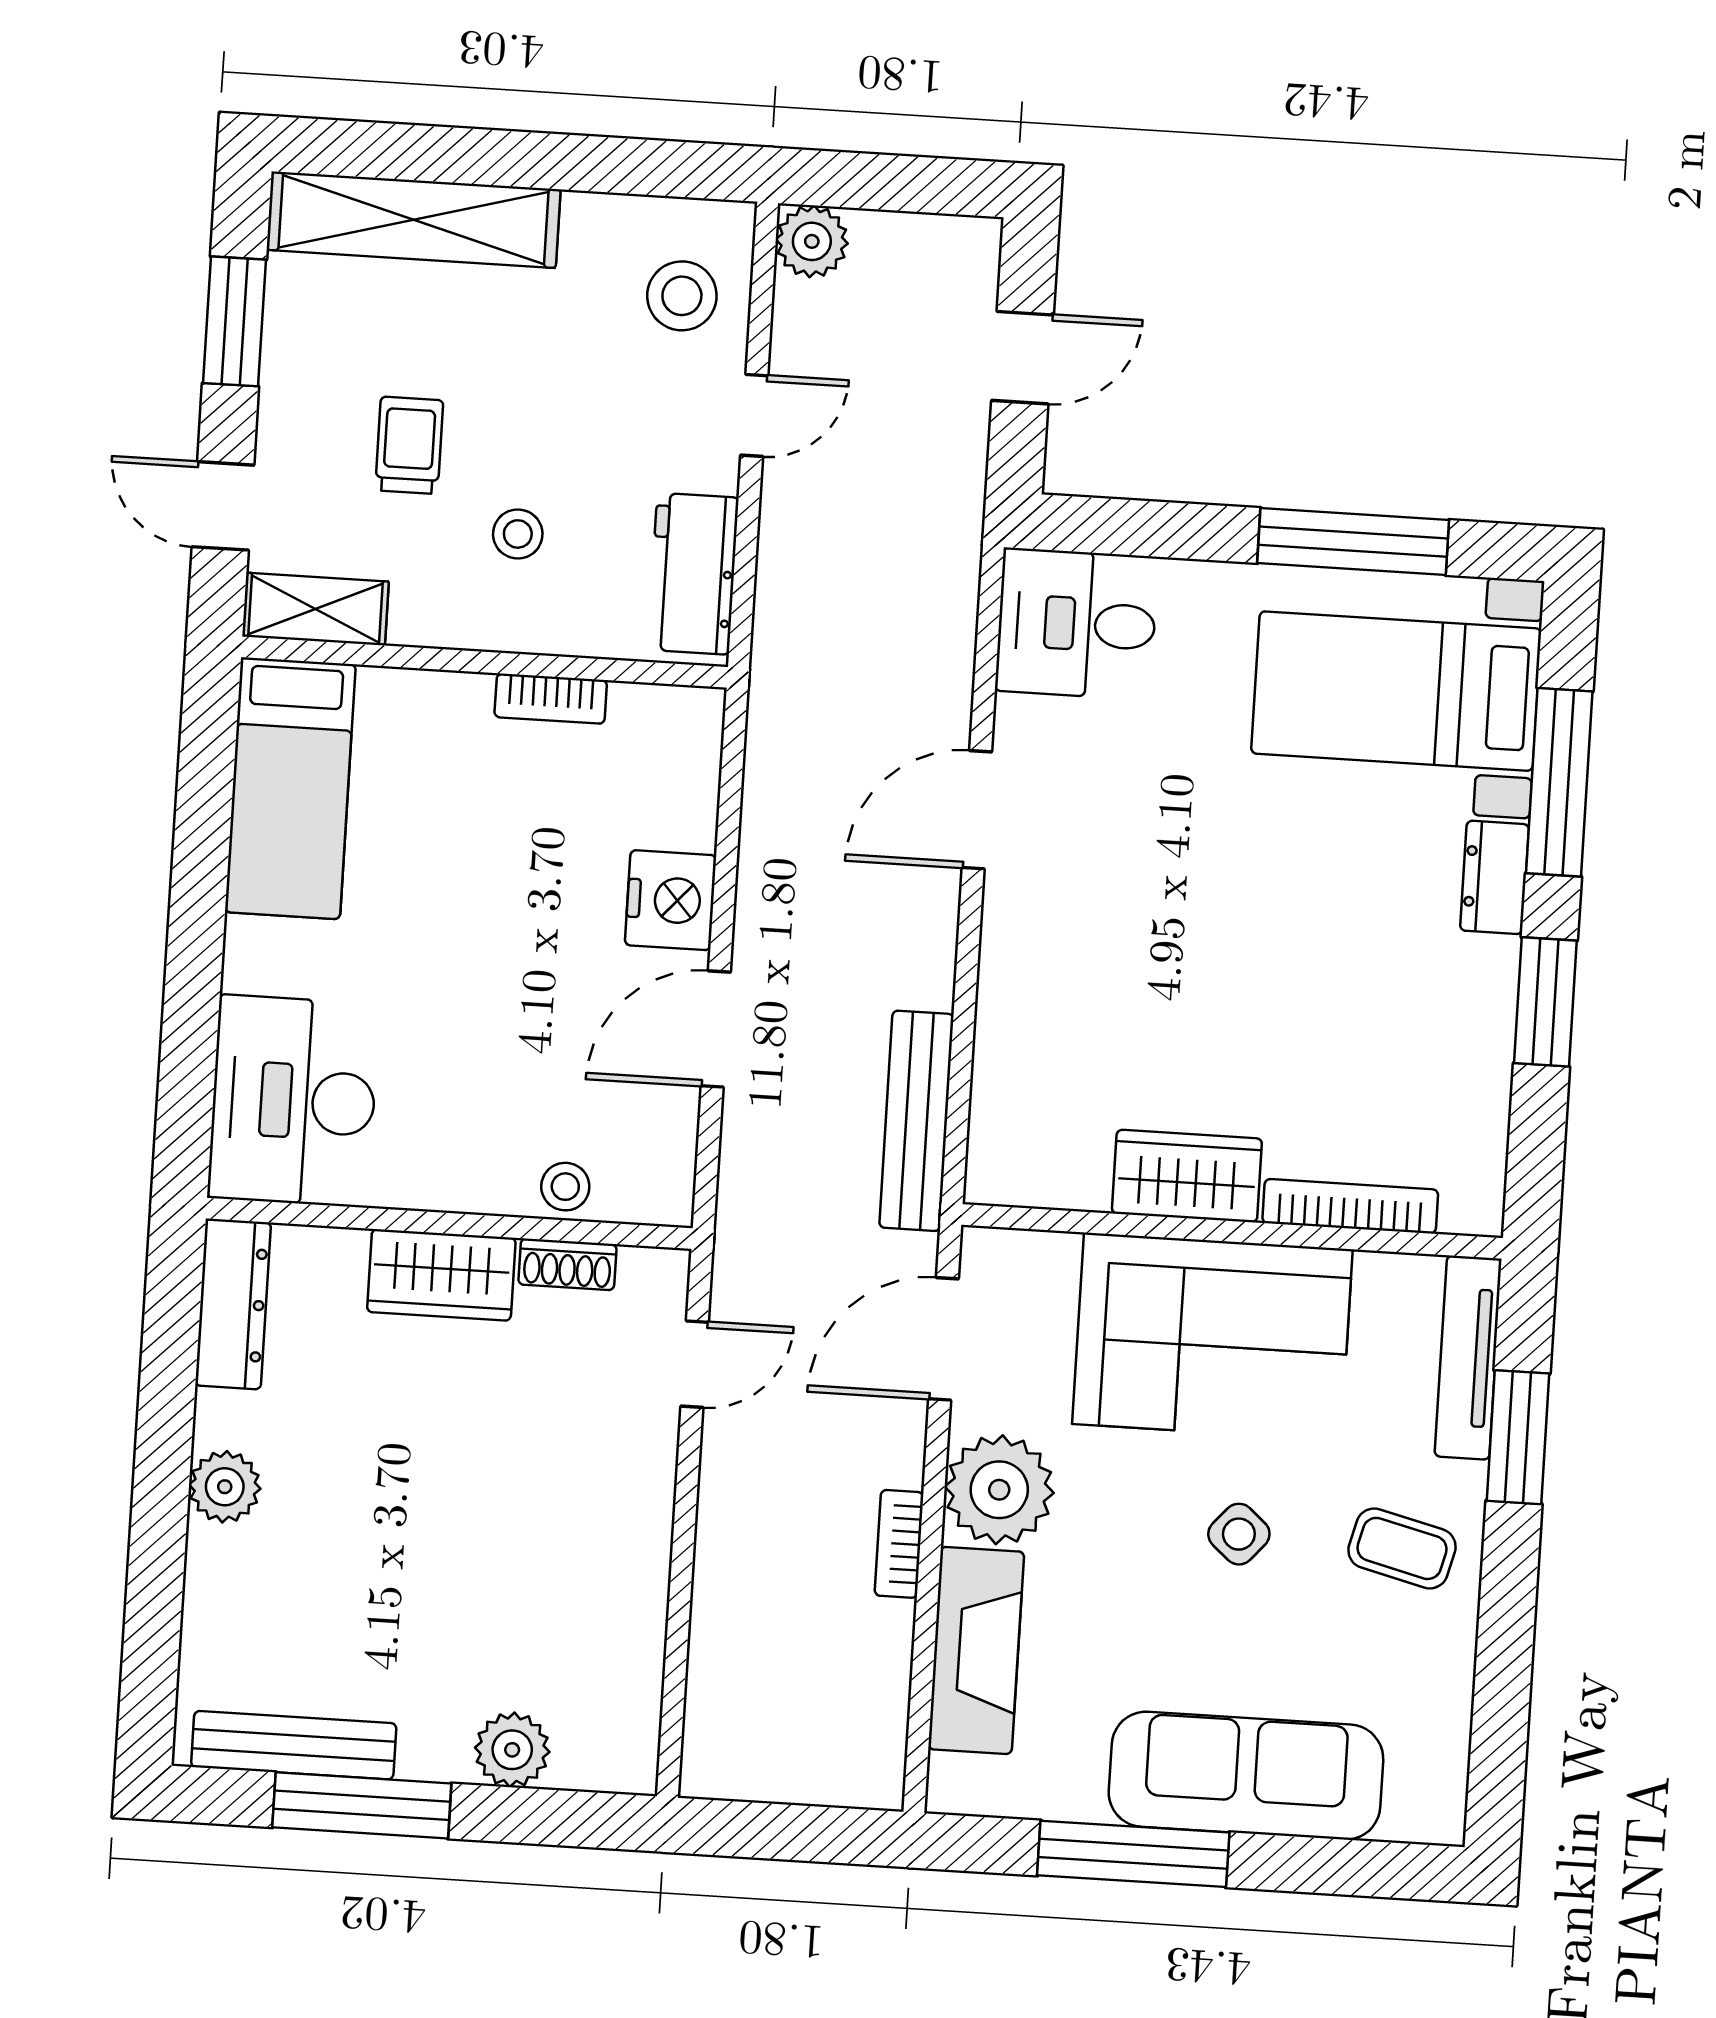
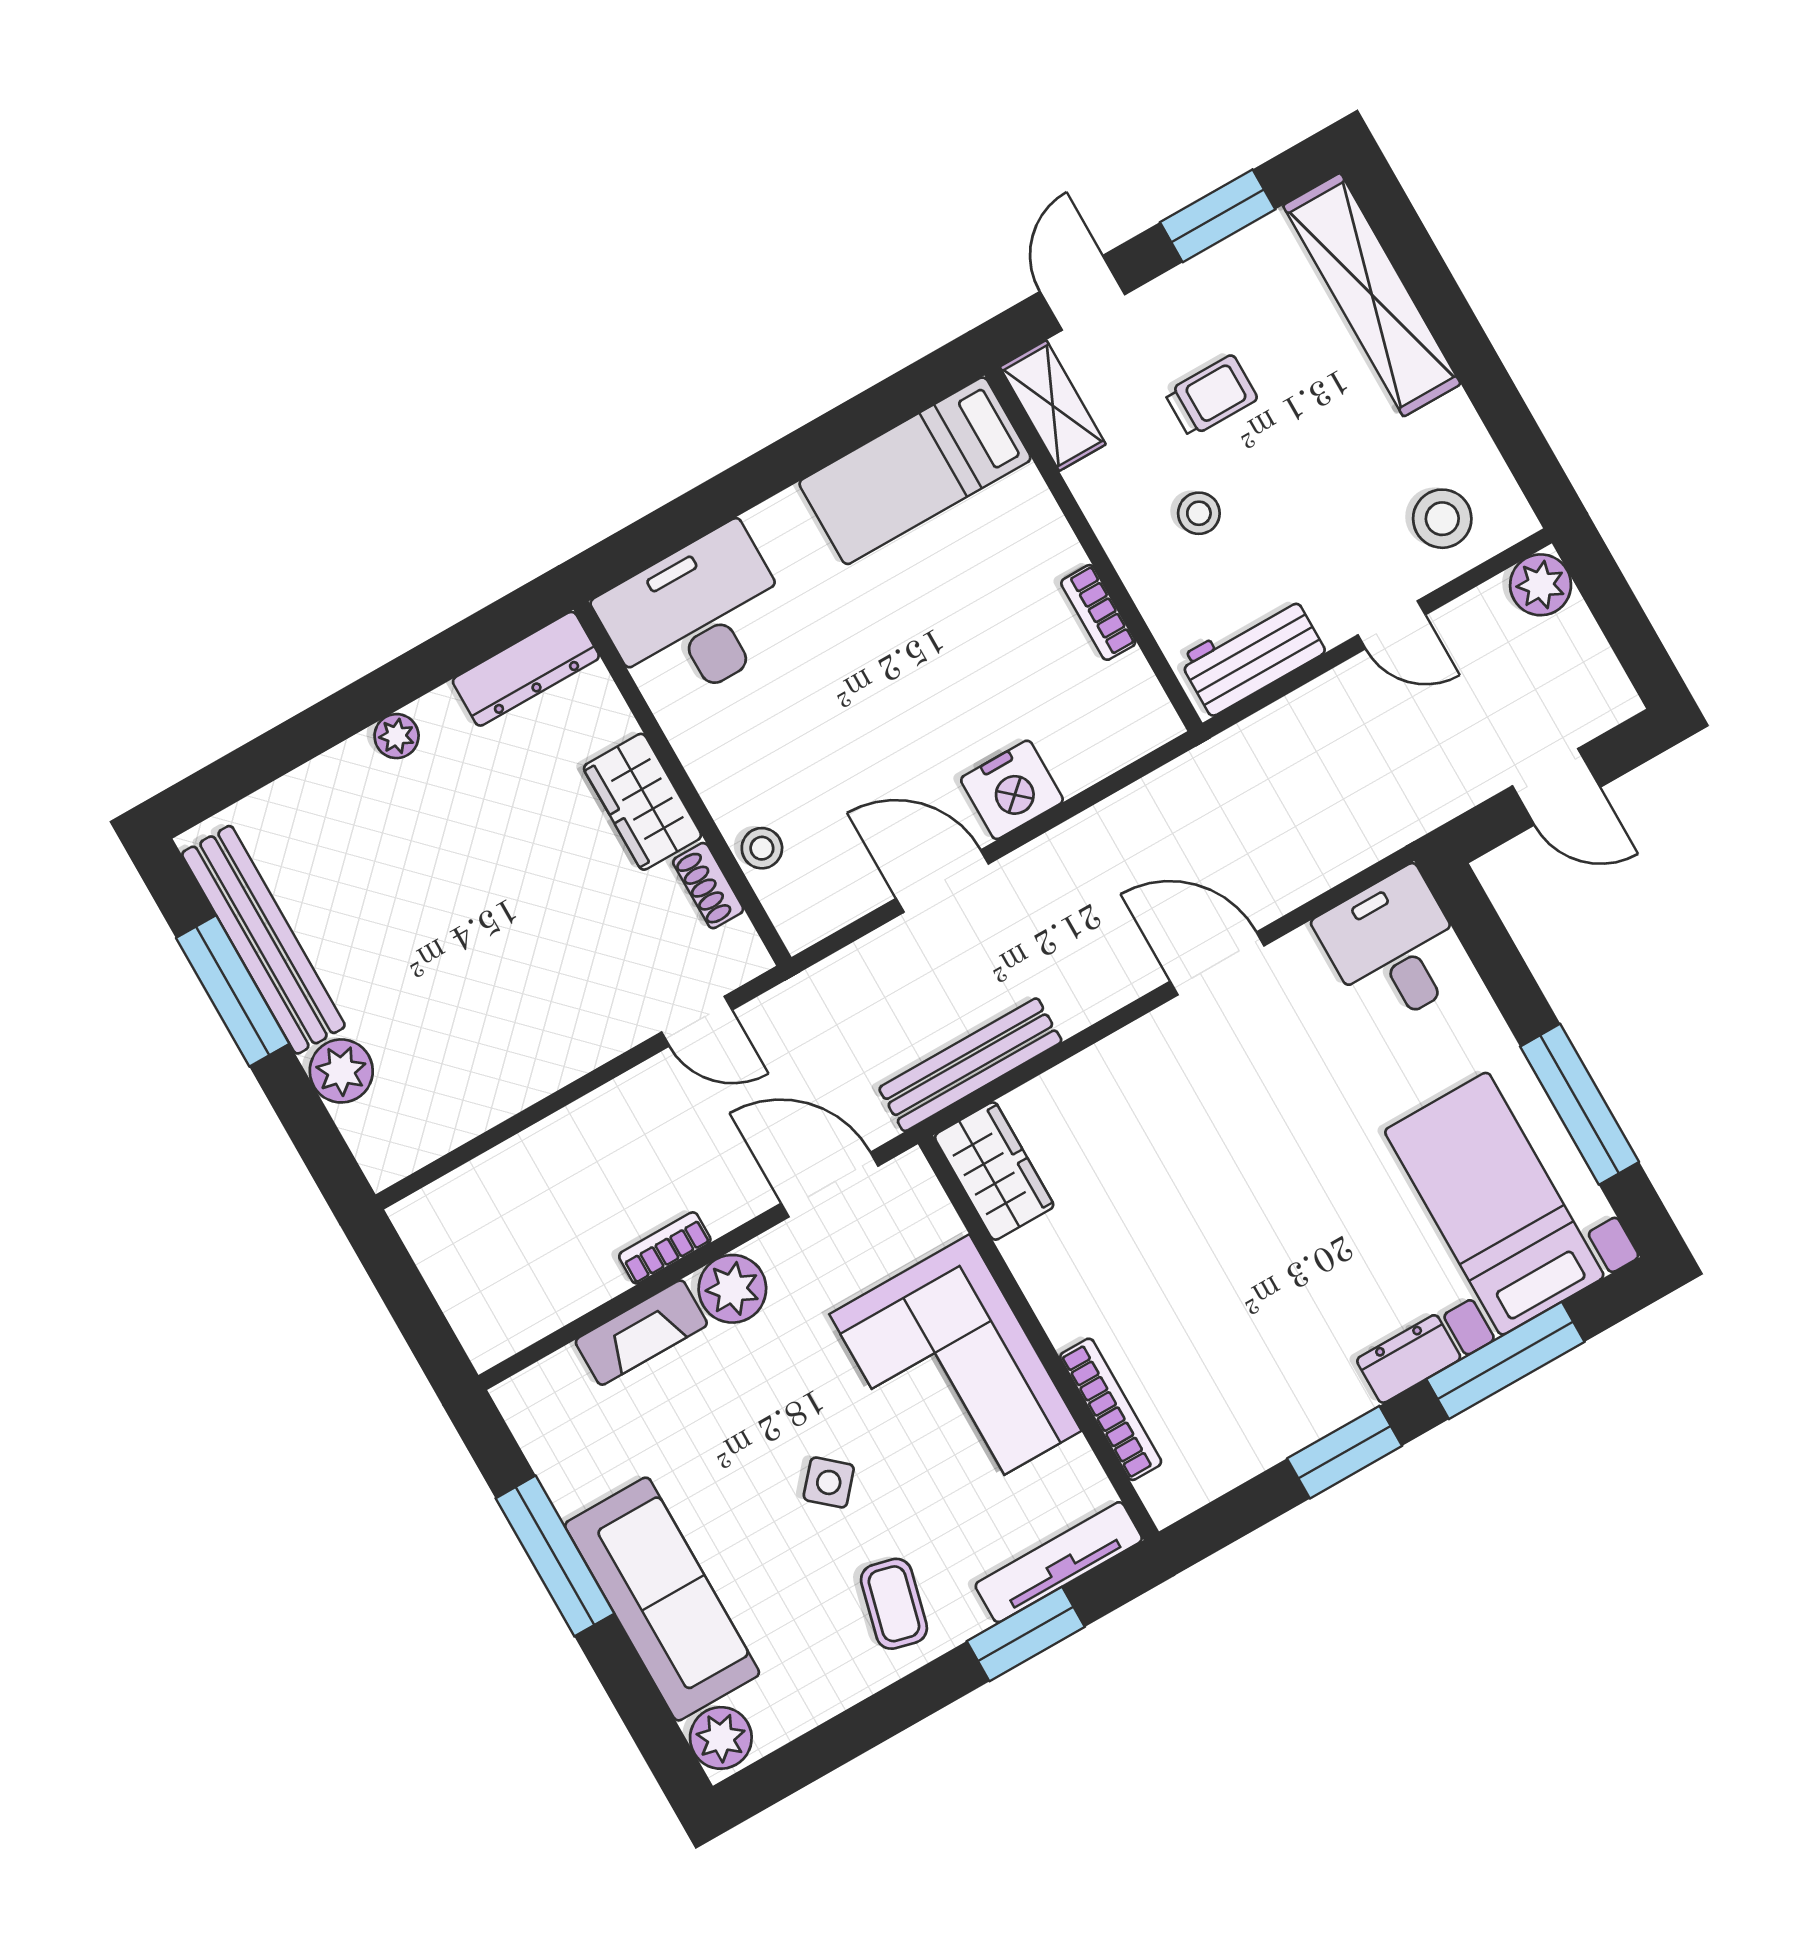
wardrobe: (1187, 1176) -> (994, 1171), moved
plant: (225, 1487) -> (397, 736), width x0.73, depth x0.73
plant: (999, 1490) -> (732, 1289), width x0.73, depth x0.73
fireplace: (976, 1650) -> (641, 1333), width x0.73, depth x0.76
bench: (294, 1745) -> (263, 940), width x1.37, depth x1.21
plant: (1422, 1808) -> (721, 1738), added

